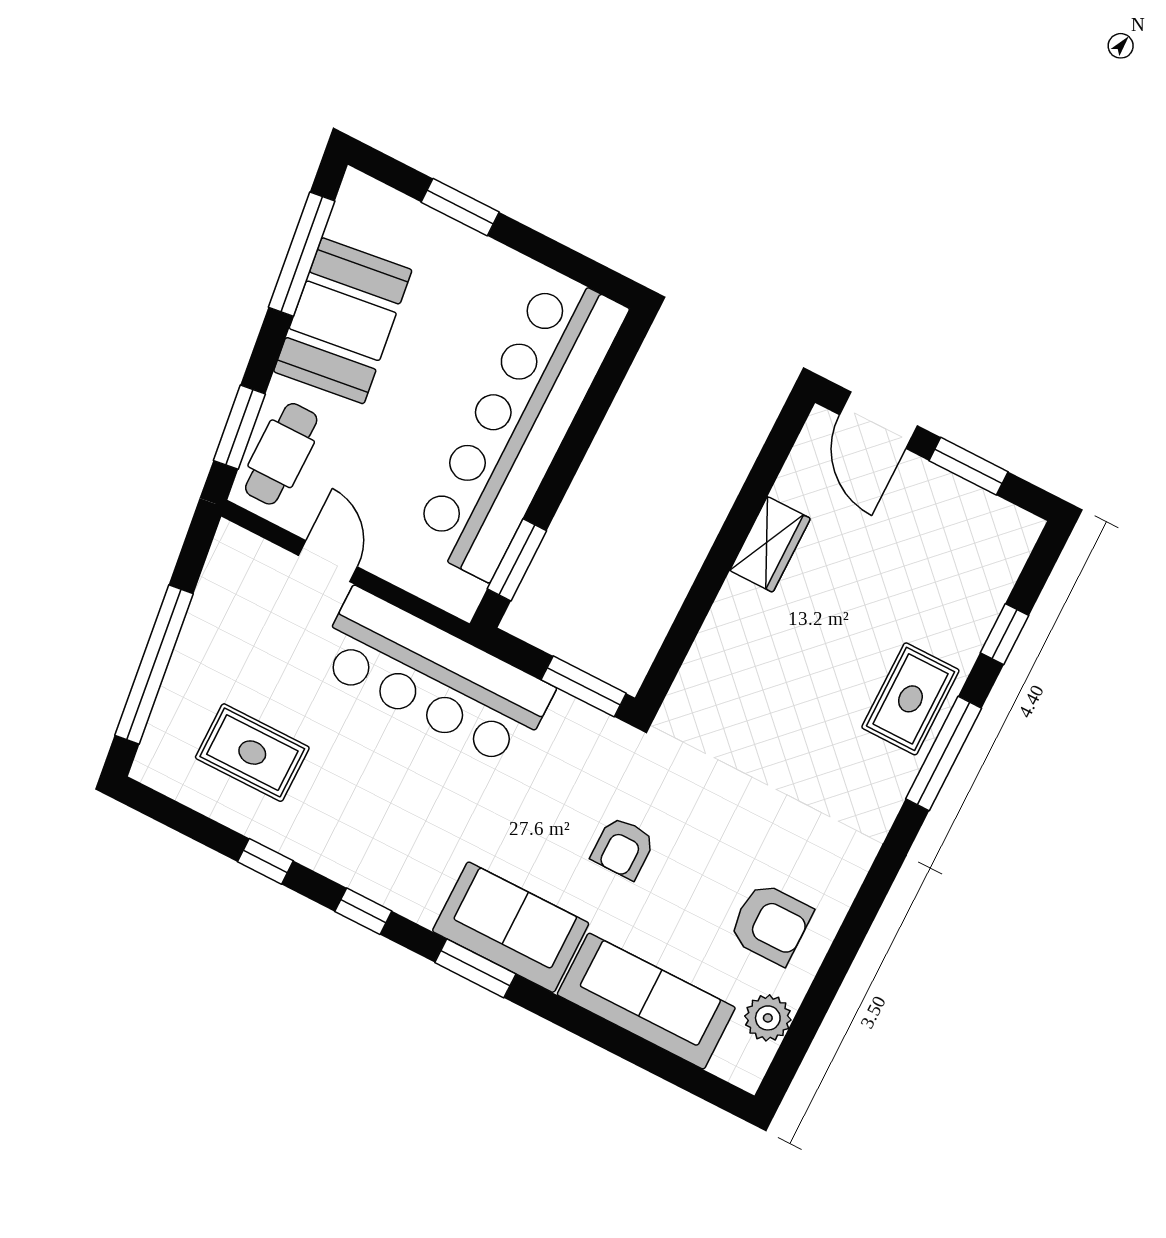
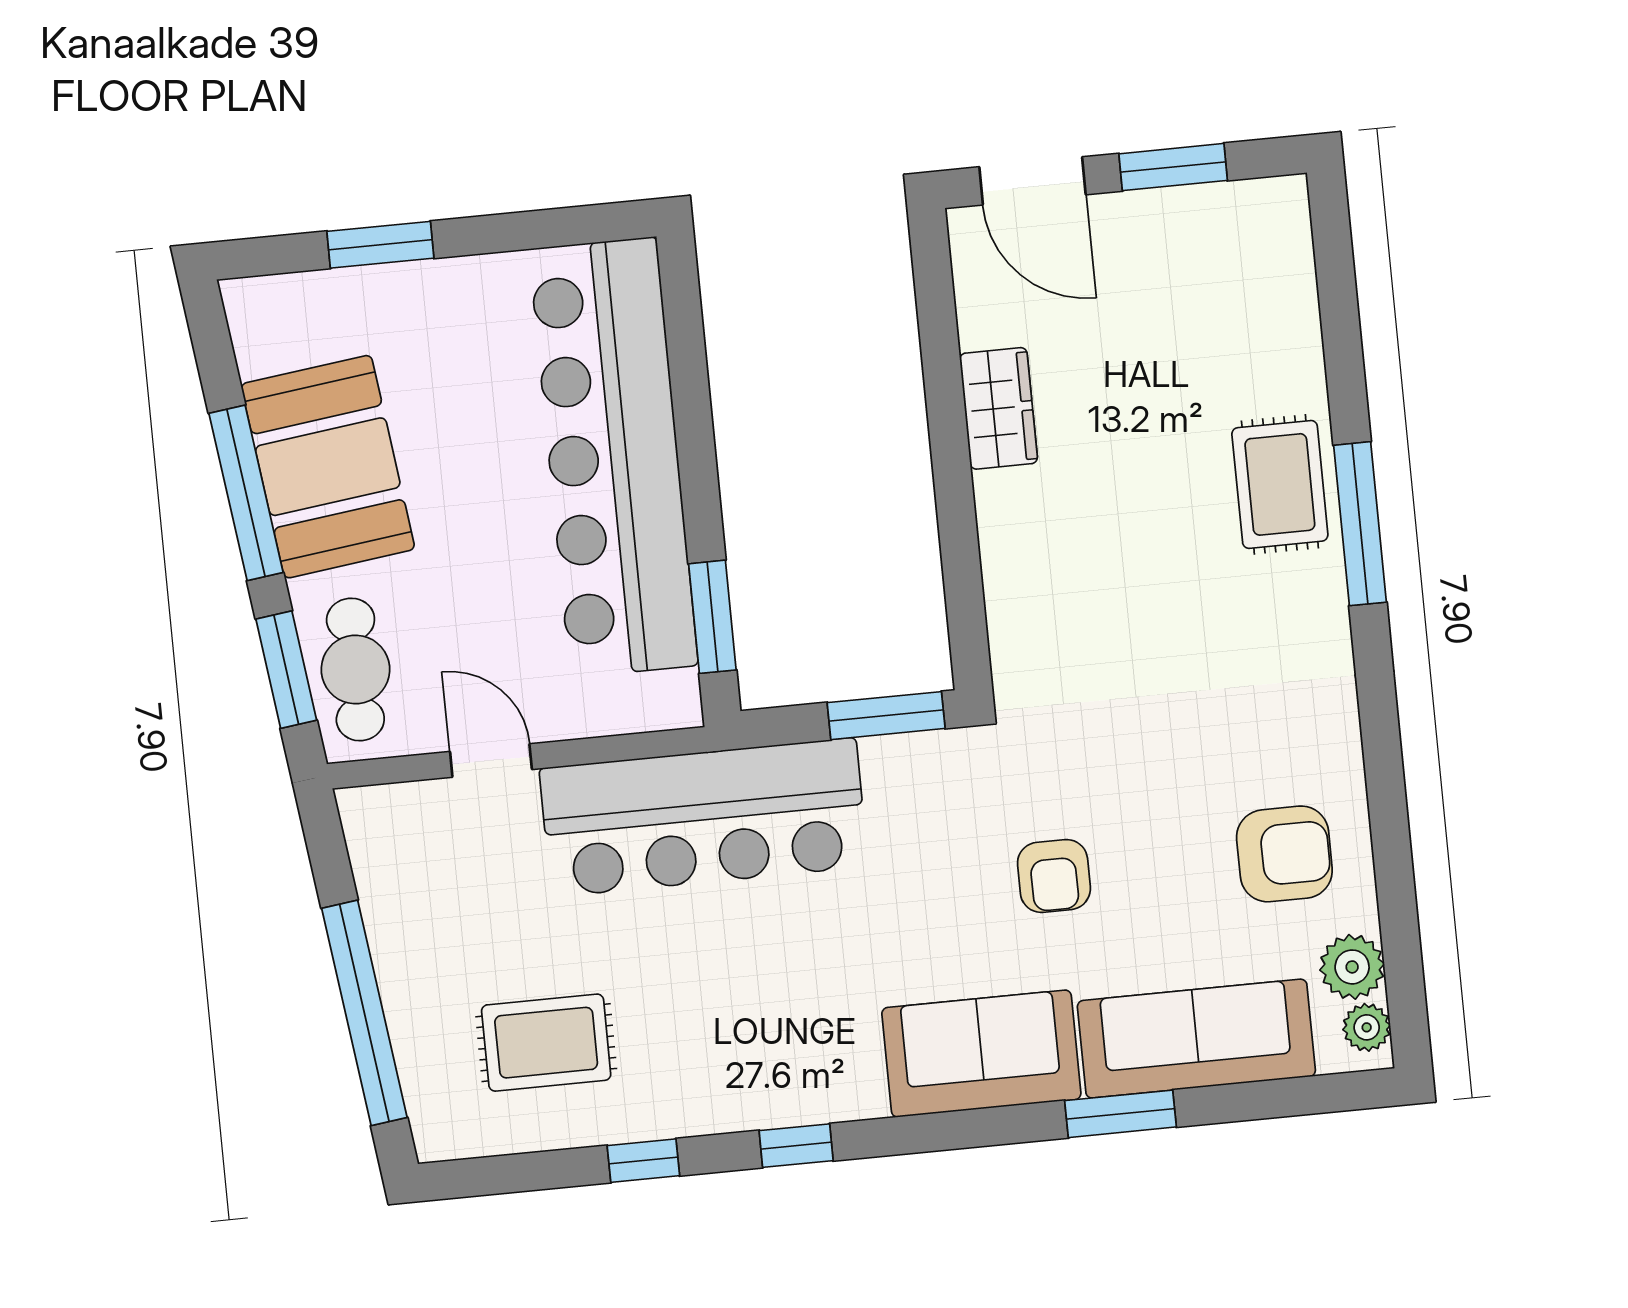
window: (302, 254) -> (246, 493), moved
window: (1004, 634) -> (1342, 338), removed
window: (475, 968) -> (1120, 1114), moved
plant: (753, 1060) -> (1367, 1027), added

